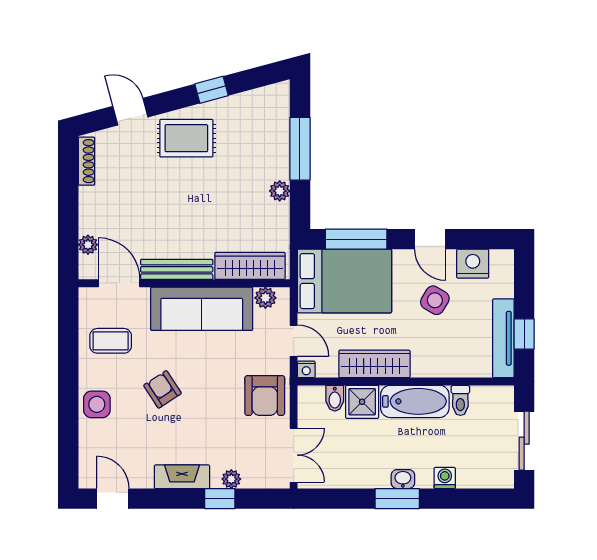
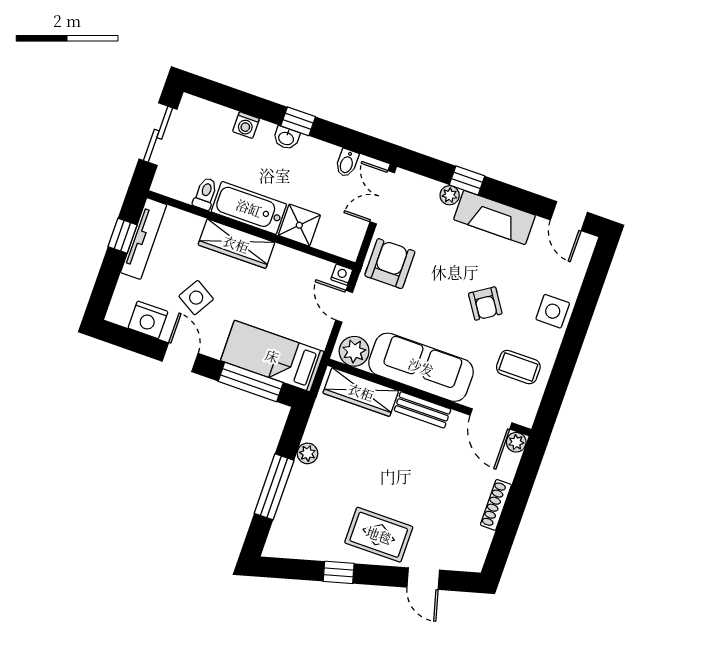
shoe rack: (86, 161) -> (496, 505), moved
plant: (88, 245) -> (516, 442), moved
bench: (177, 269) -> (423, 410), width x0.73
bed: (345, 281) -> (272, 356), width x0.67
plant: (265, 298) -> (354, 351), width x1.38, depth x1.38
wardrobe: (374, 364) -> (236, 244), moved
bidet: (335, 398) -> (347, 163), moved, turned 180
fireplace: (182, 477) -> (494, 217), width x1.37, depth x1.32
window: (397, 499) -> (298, 121), width x0.67

